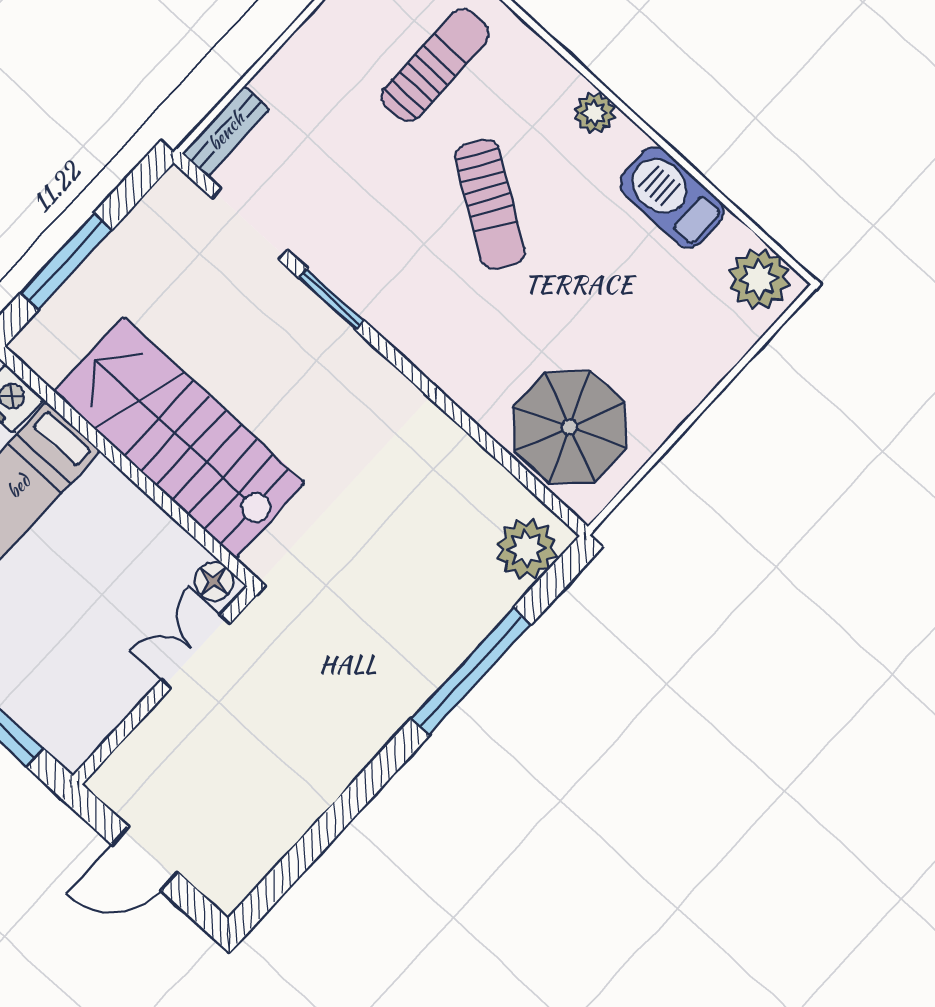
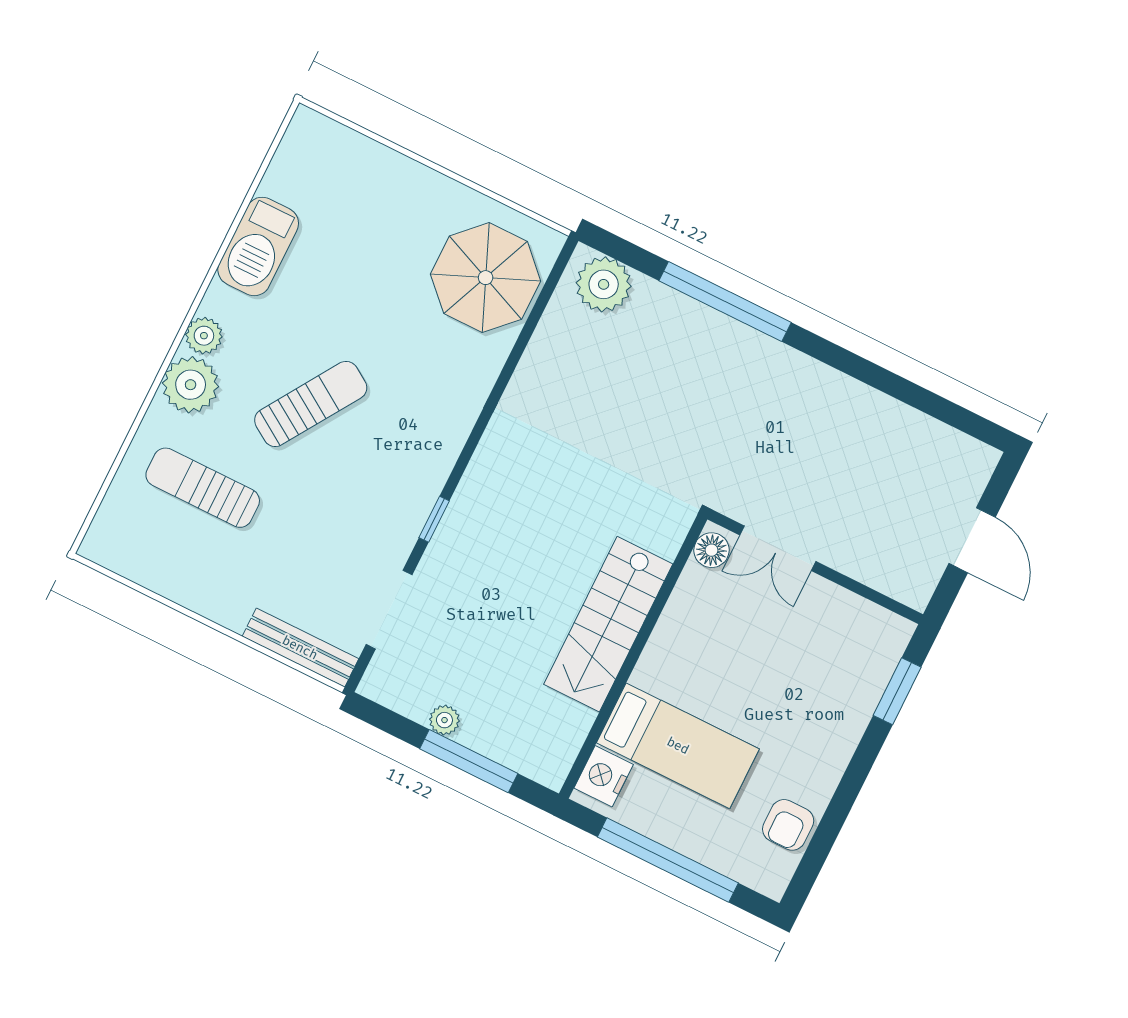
bench: (226, 131) -> (300, 648), width x1.36
plant: (117, 249) -> (444, 720), added
plant: (759, 279) -> (191, 385), moved
window: (331, 299) -> (434, 519), width x0.67
stairs: (179, 437) -> (608, 624), width x0.73, depth x0.66

